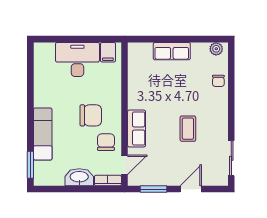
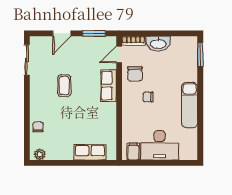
row of seats: (172, 51) -> (90, 152), moved
chair: (91, 115) -> (148, 97), width x0.54, depth x0.54
exam couch: (43, 134) -> (190, 105), moved

